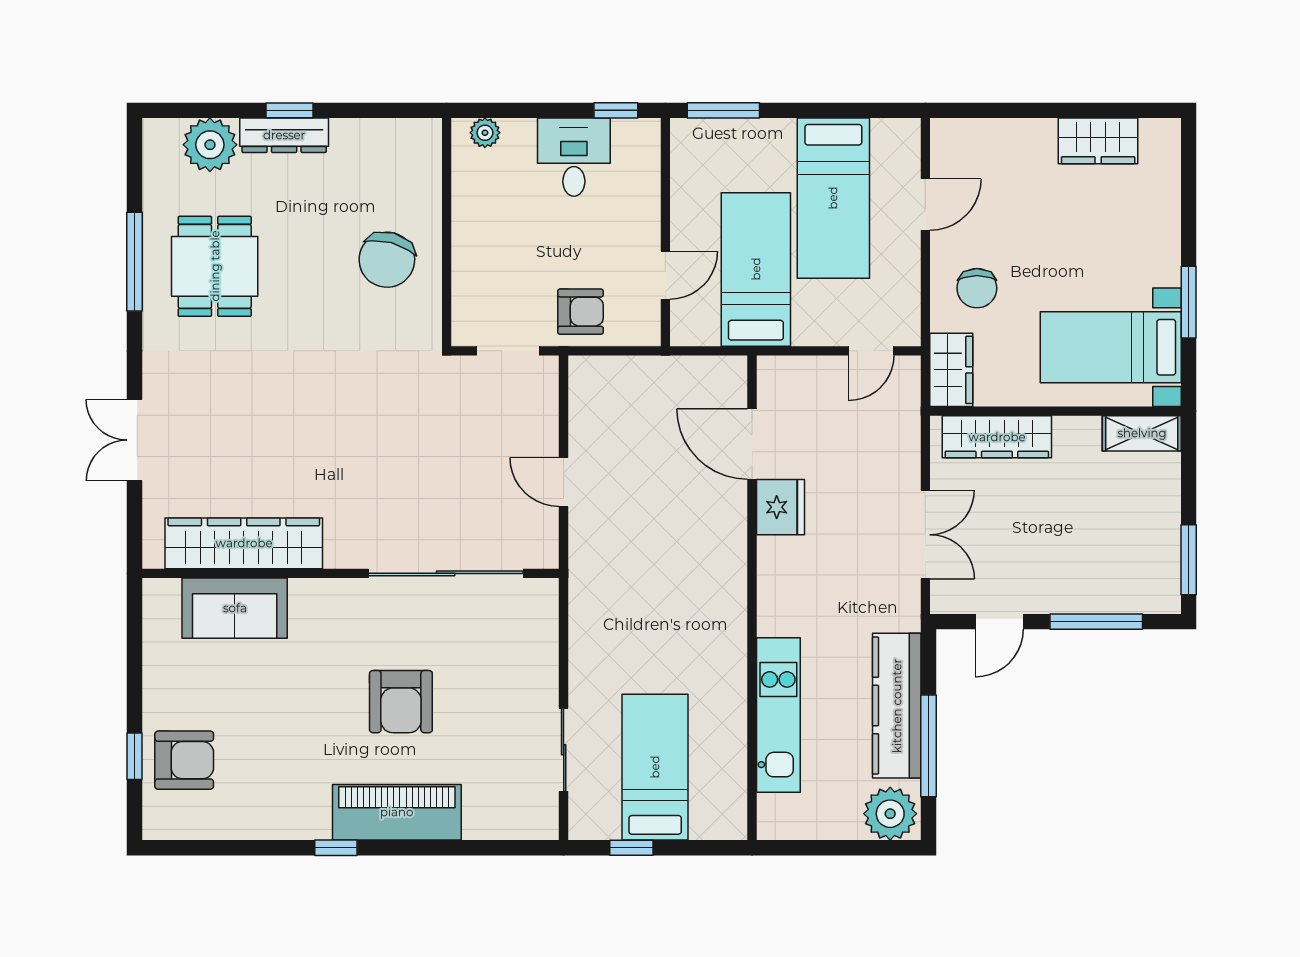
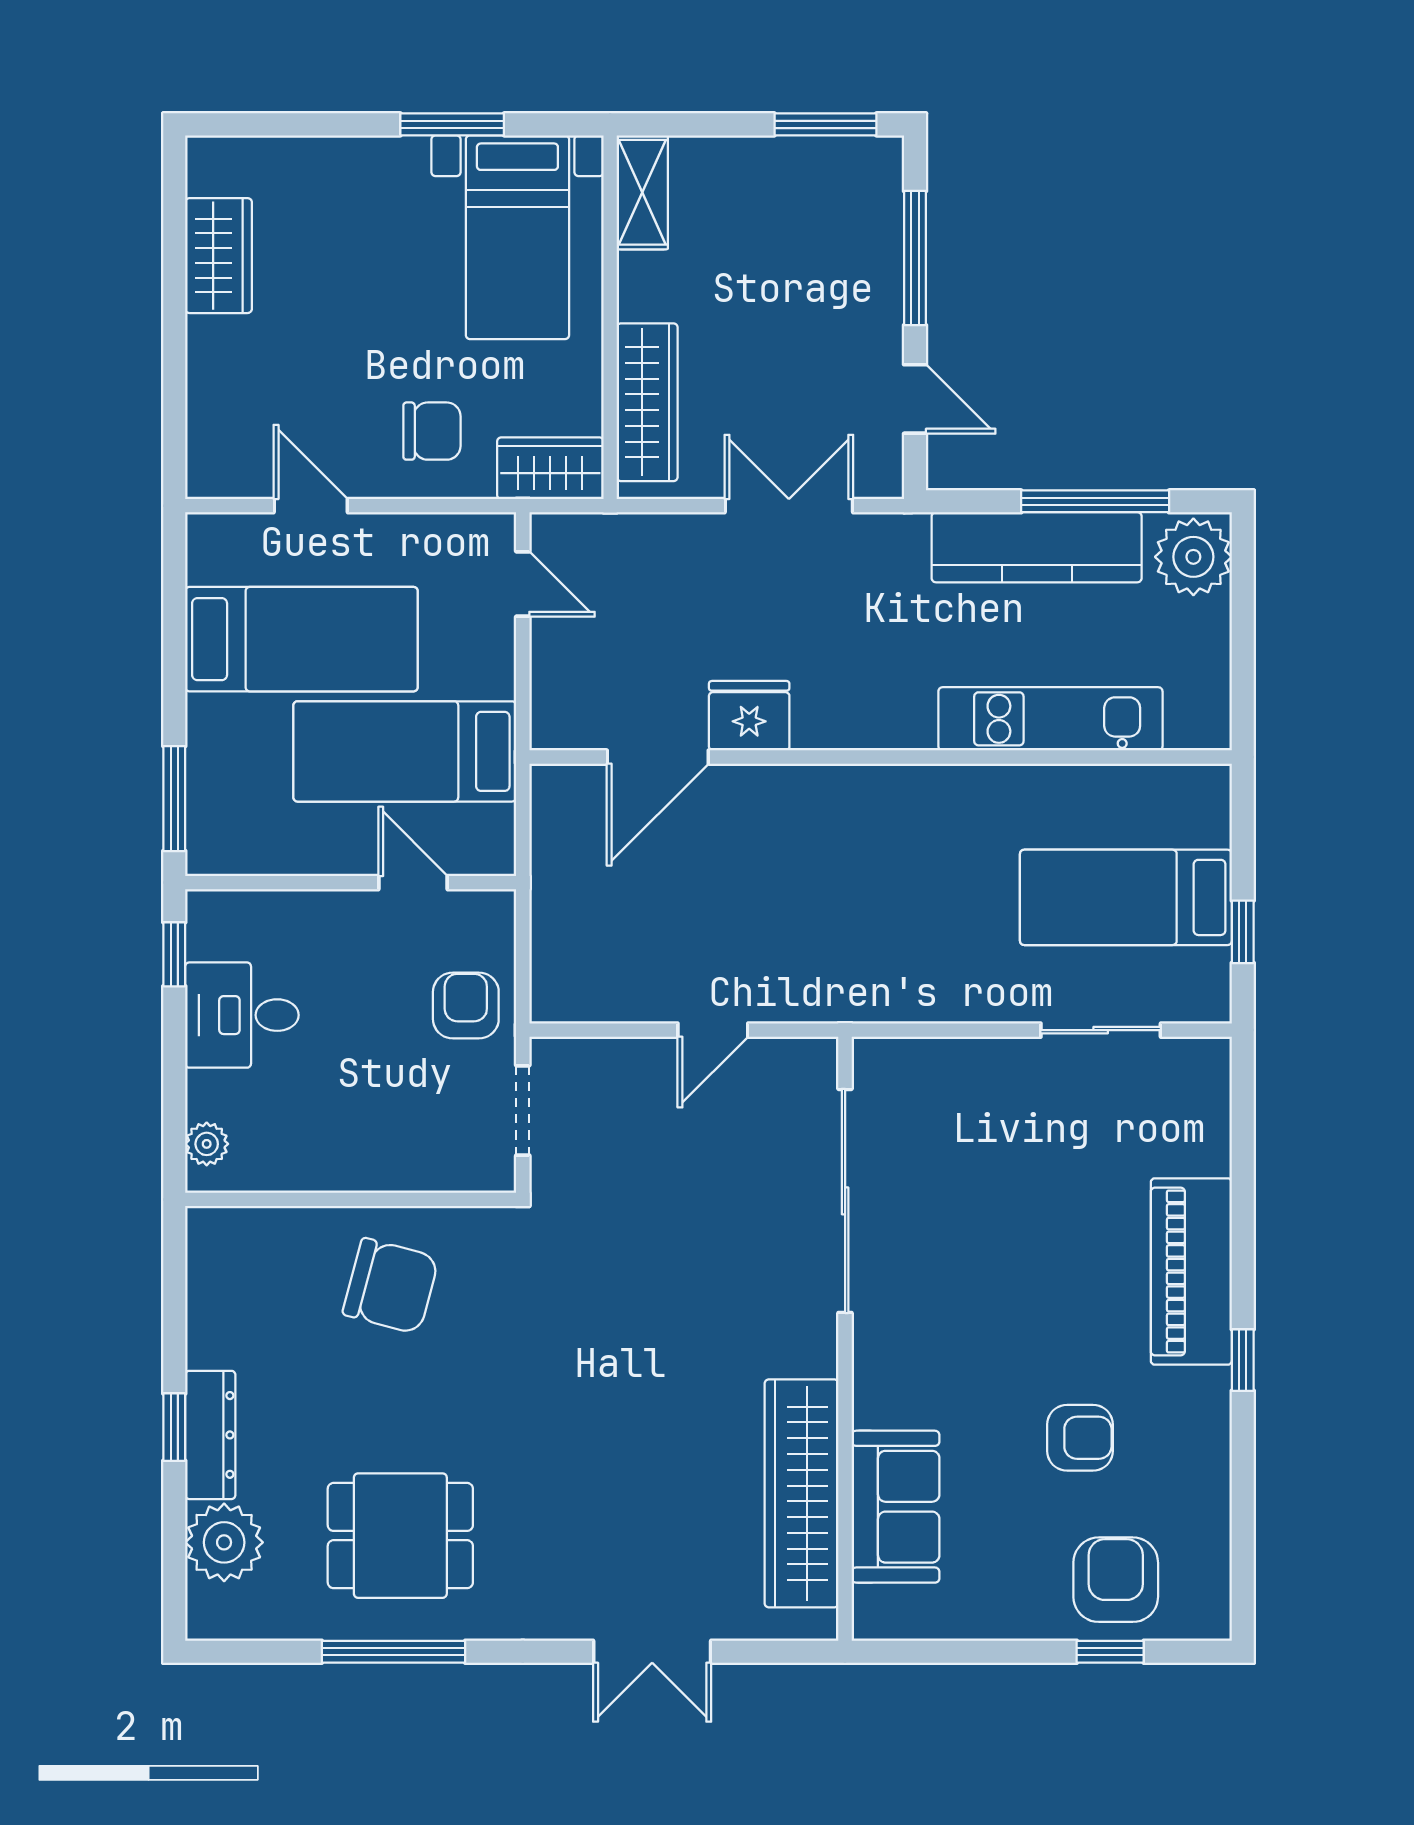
armchair: (401, 702) -> (1080, 1438), moved, width x0.72, depth x0.72

